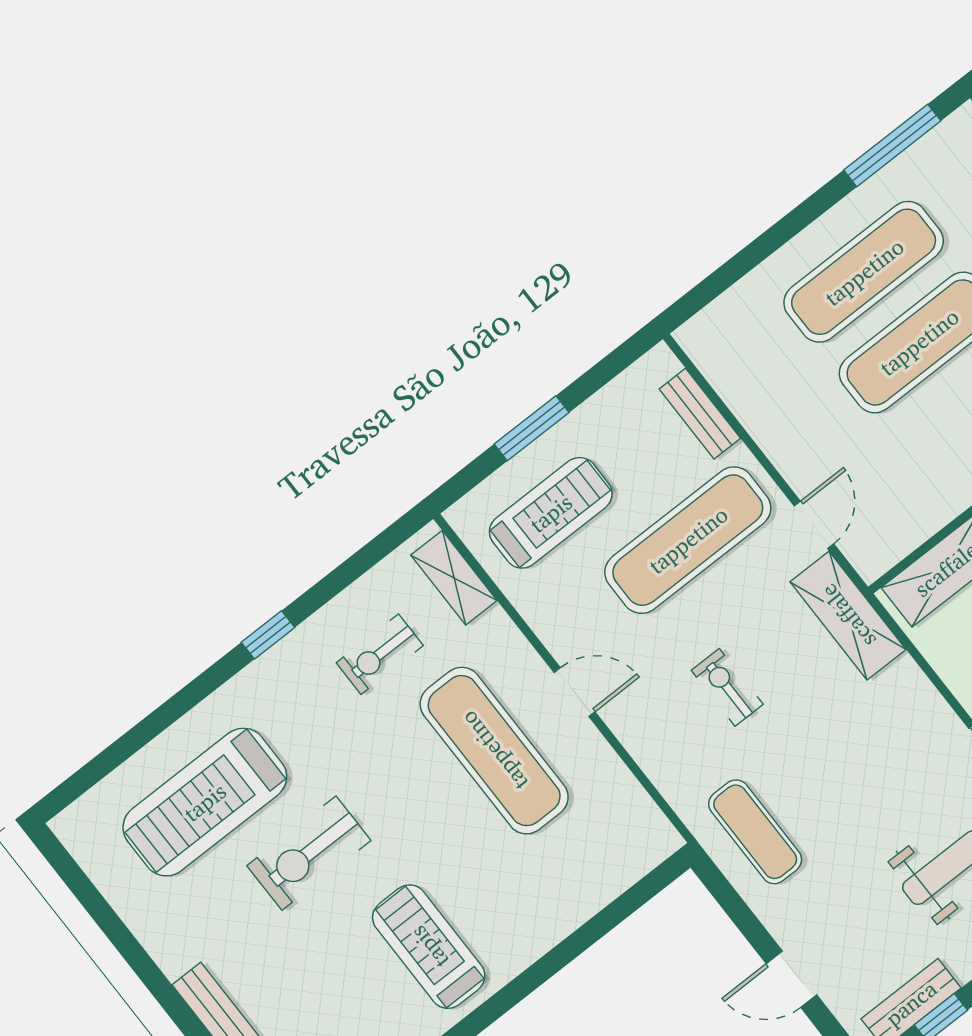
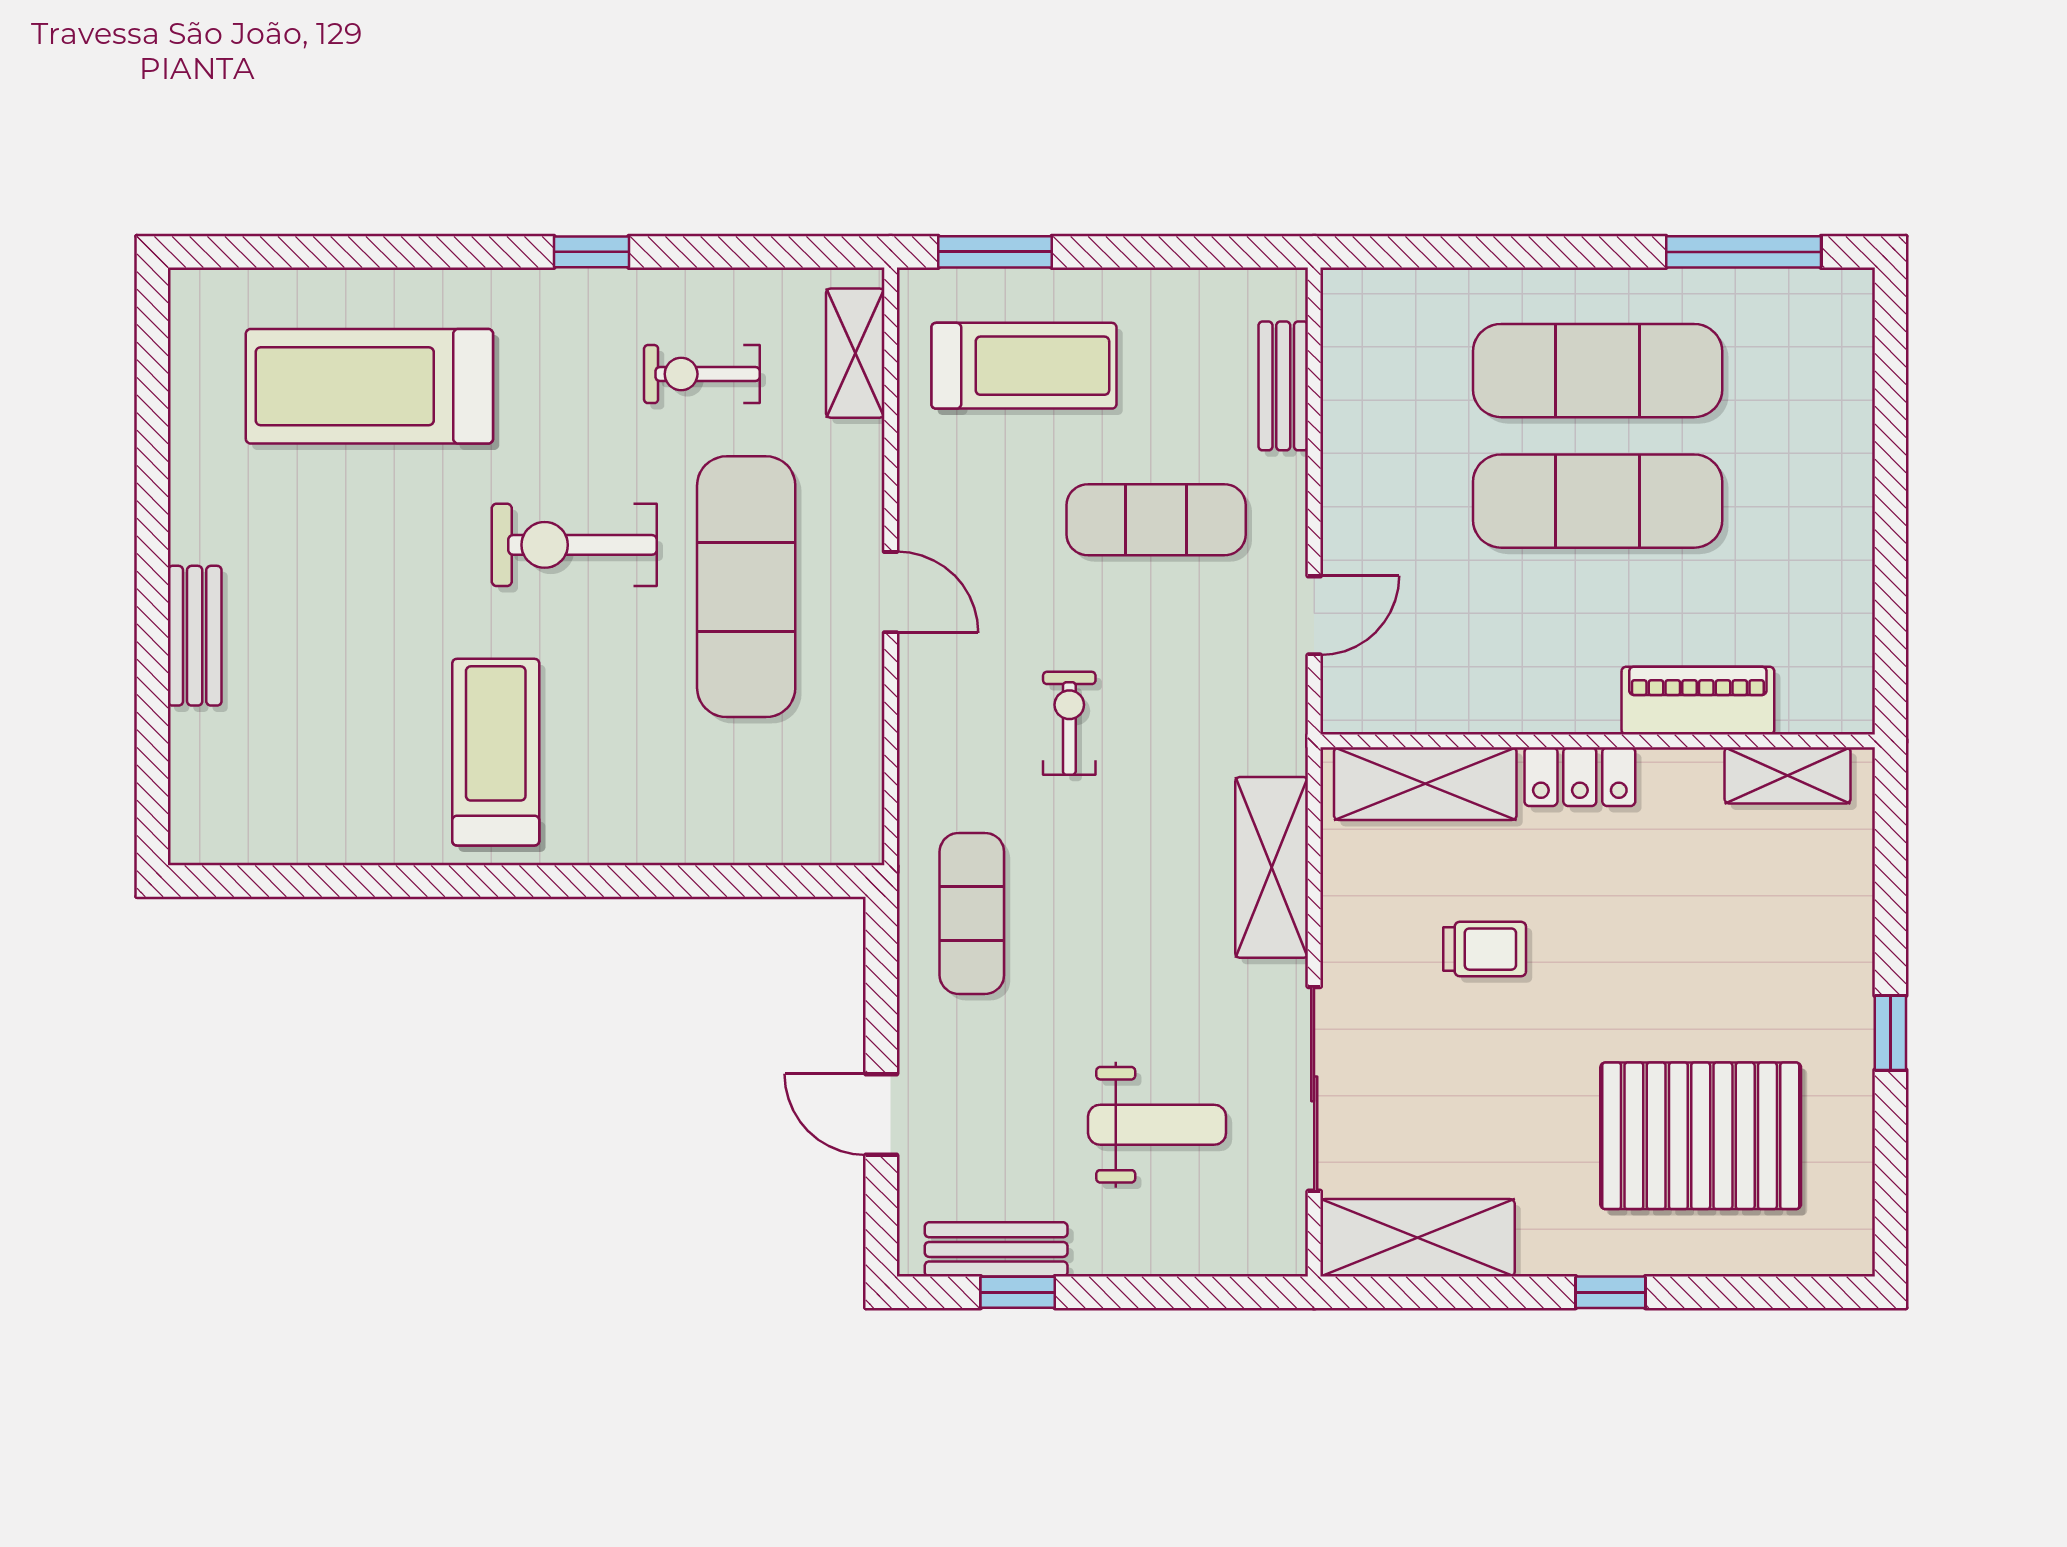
window: (532, 428) -> (995, 252), moved
exercise mat: (688, 540) -> (1156, 520), width x0.73, depth x0.69
shelving: (848, 616) -> (1272, 867), moved
exercise bike: (309, 853) -> (574, 545), moved

